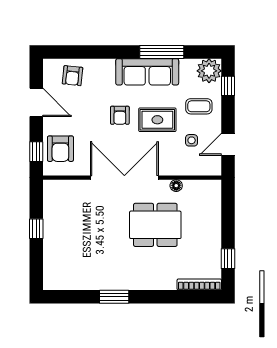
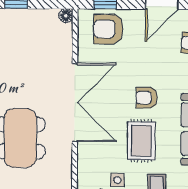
floor lamp: (176, 186) -> (66, 16), moved

